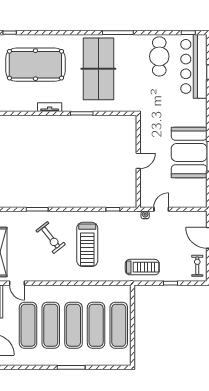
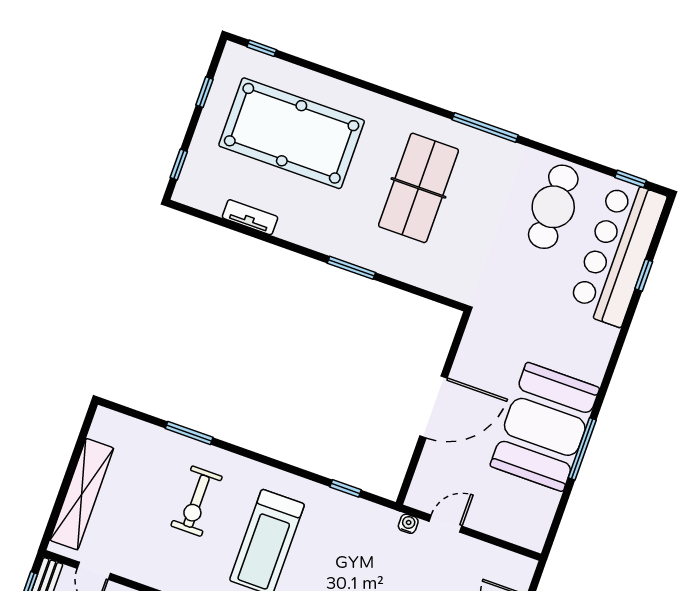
table tennis table: (98, 69) -> (419, 188), width x0.73, depth x0.76
tv unit: (50, 107) -> (250, 217), moved
door: (138, 161) -> (434, 407), width x1.87
exercise bike: (51, 238) -> (196, 501), turned 38

